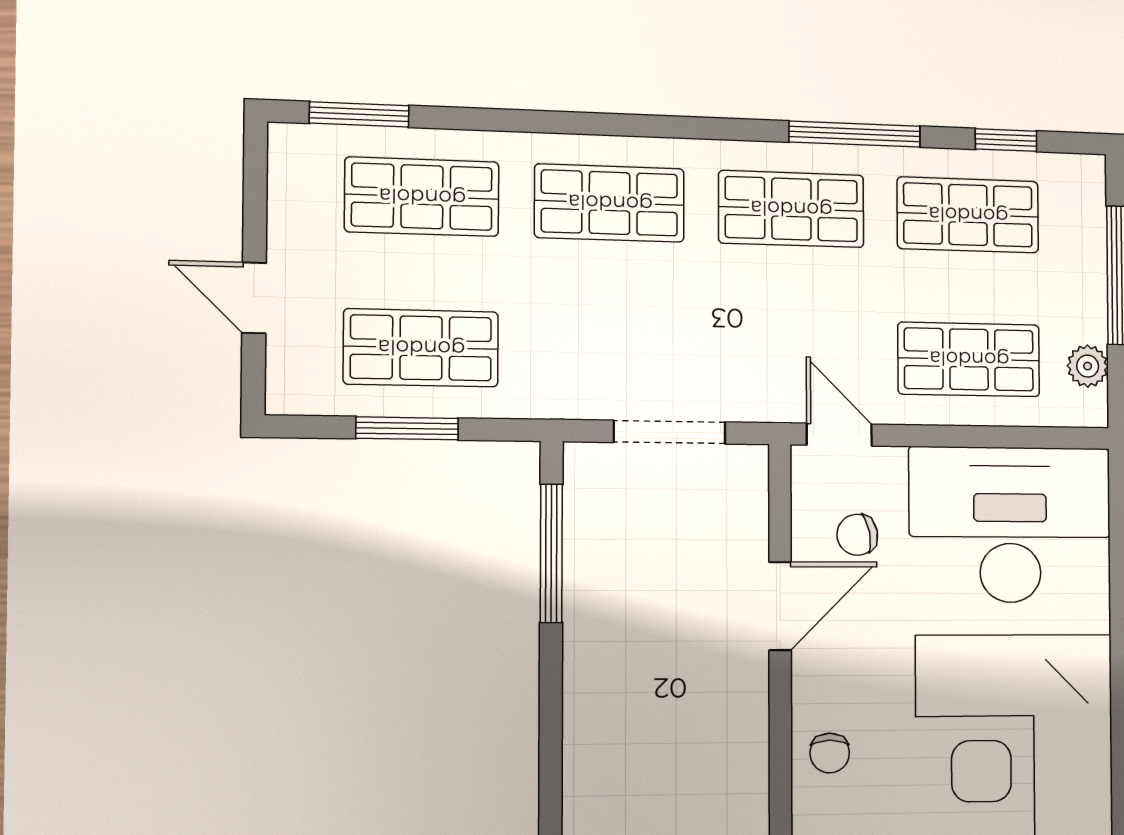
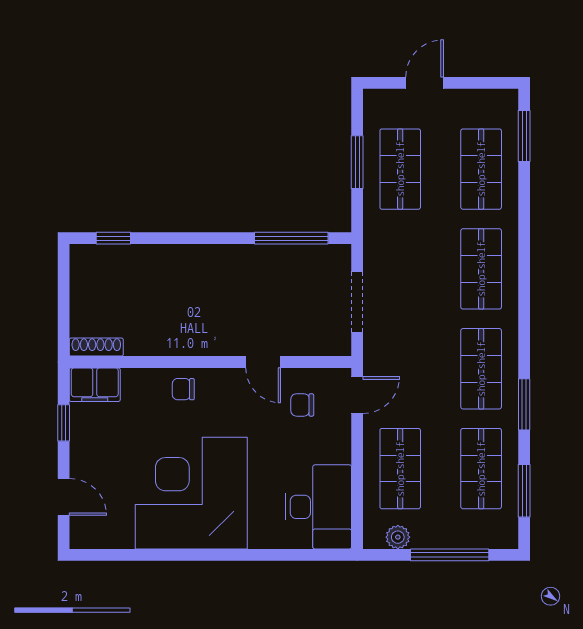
window: (855, 134) -> (524, 404), width x0.69
window: (1006, 140) -> (524, 491), width x1.50
desk: (1010, 525) -> (318, 507), width x0.73, depth x0.77
chair: (857, 535) -> (302, 405), turned -79
door: (780, 606) -> (263, 362), width x0.73

